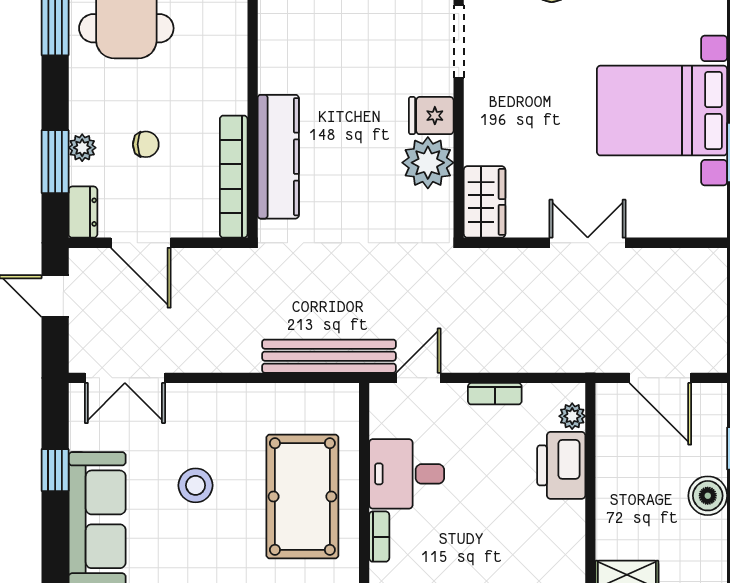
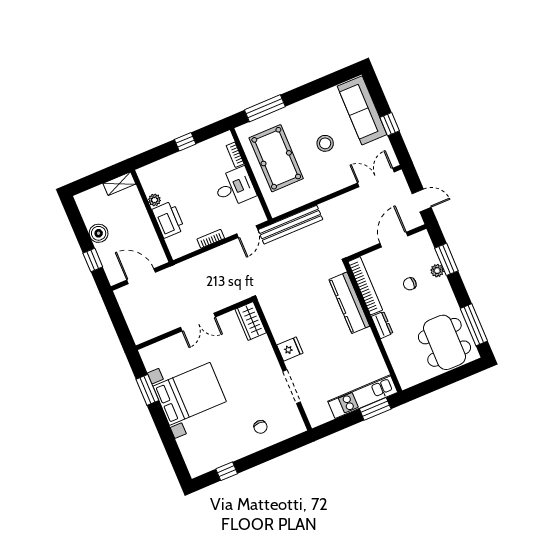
plant: (428, 163) -> (283, 328), removed
dresser: (83, 212) -> (382, 325), moved, turned 180
door: (141, 243) -> (394, 240), hinge flipped
plant: (572, 416) -> (154, 200), moved

